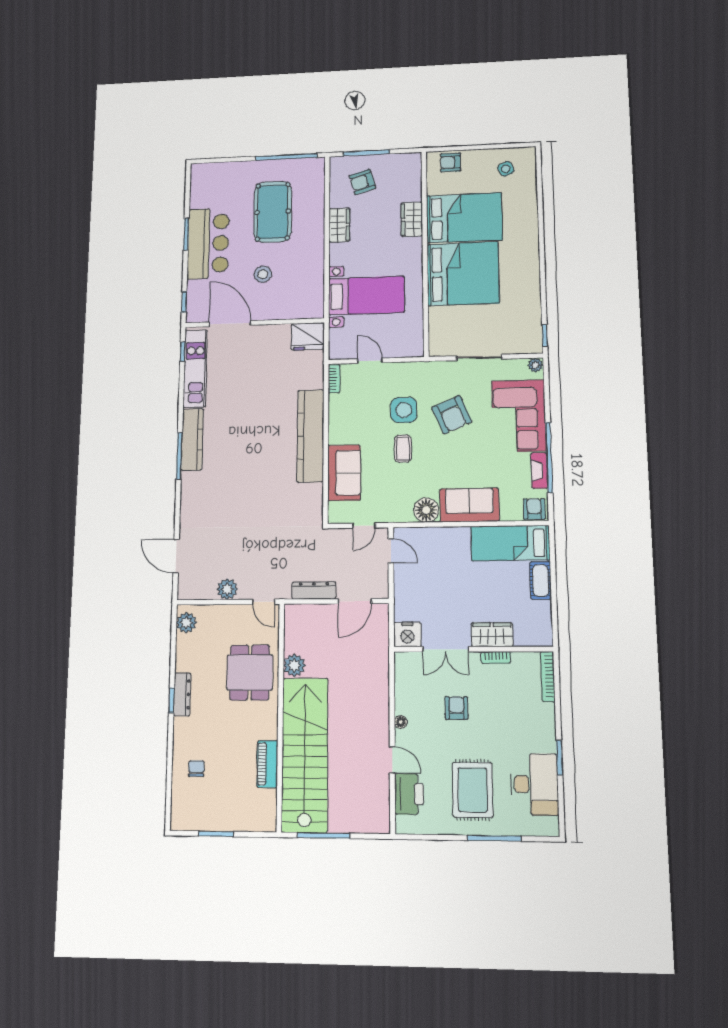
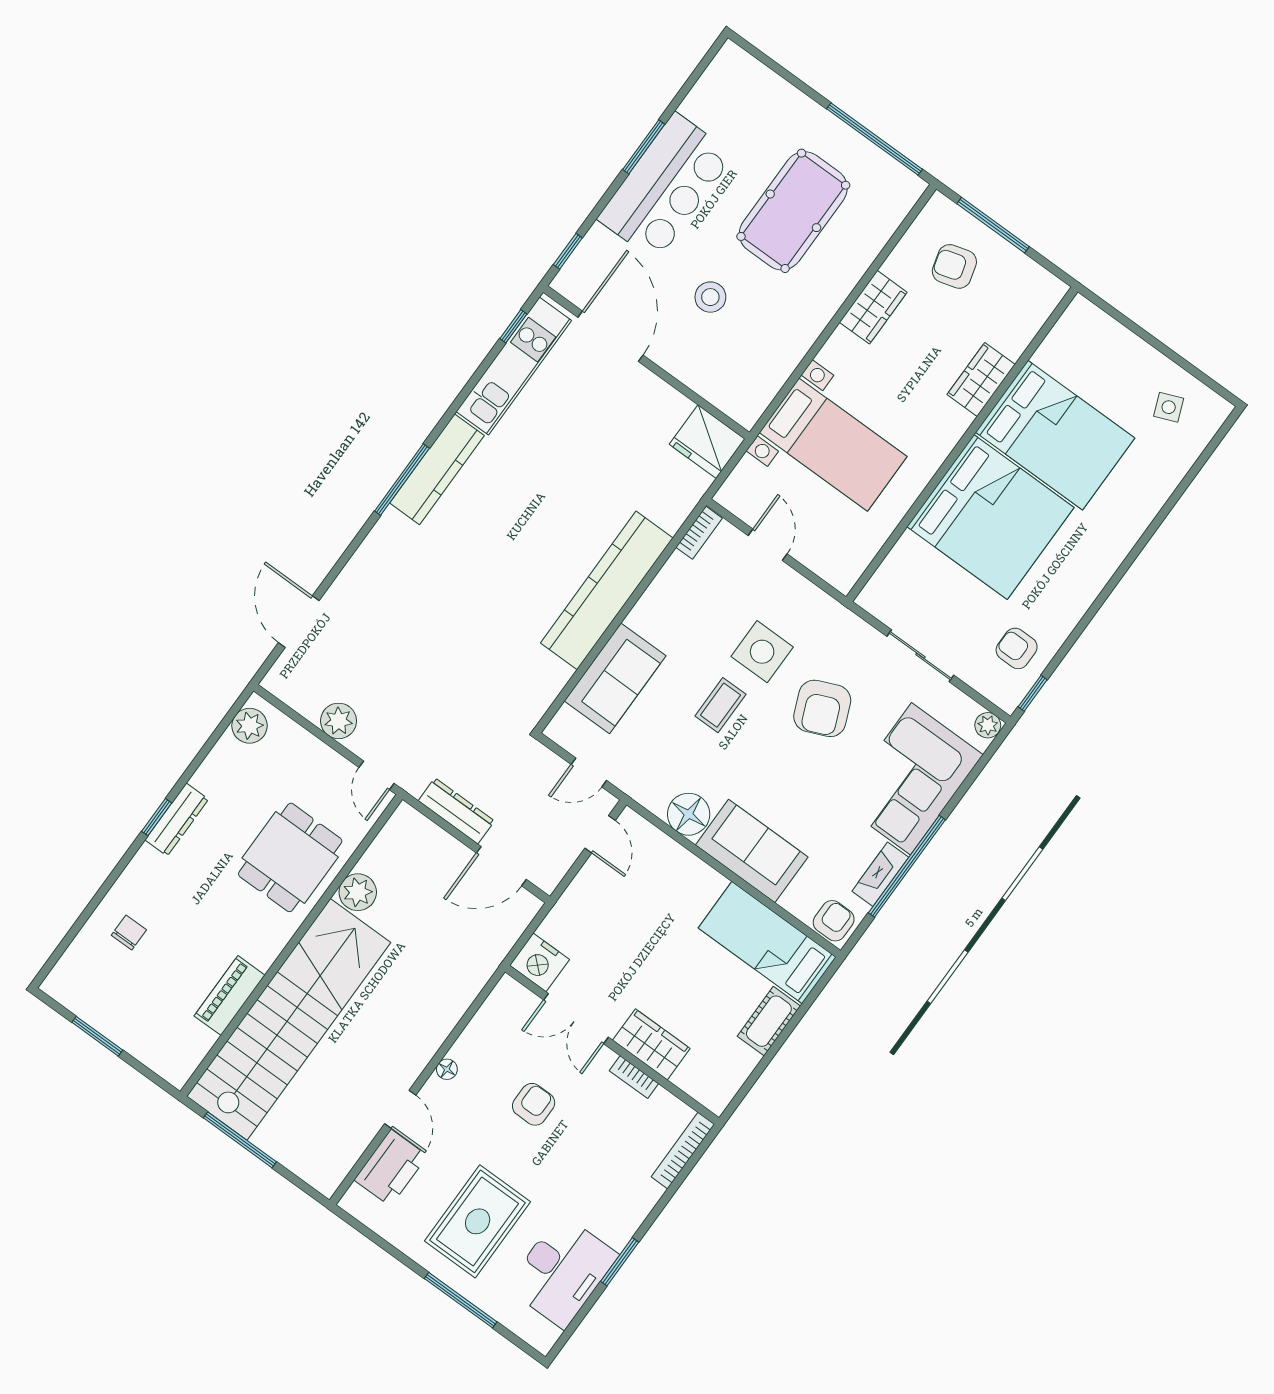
armchair: (450, 162) -> (1017, 648), moved

